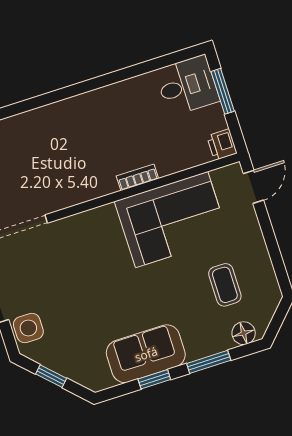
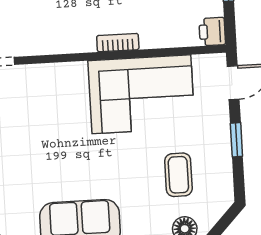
window: (270, 239) -> (236, 140), added

